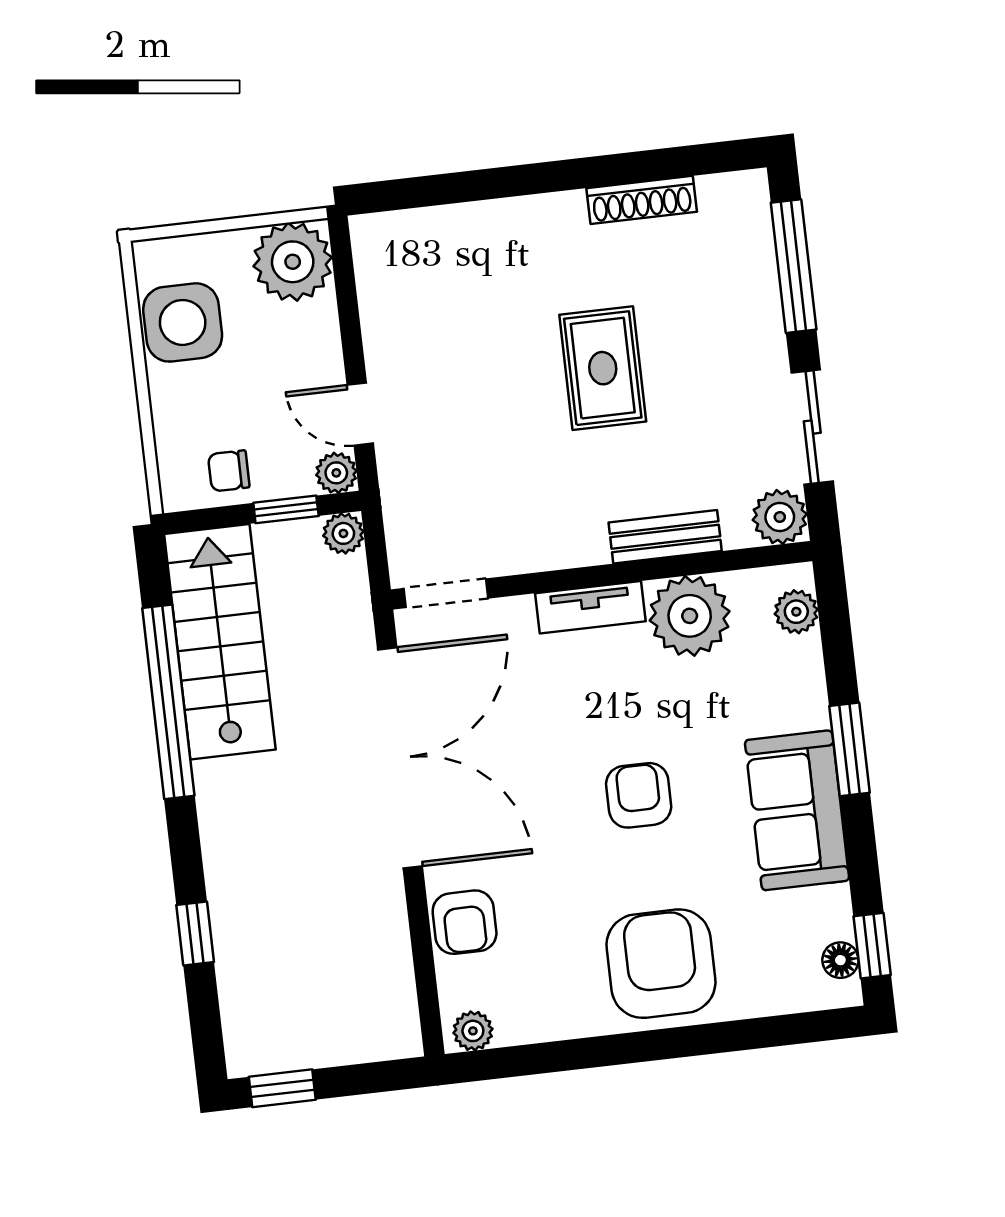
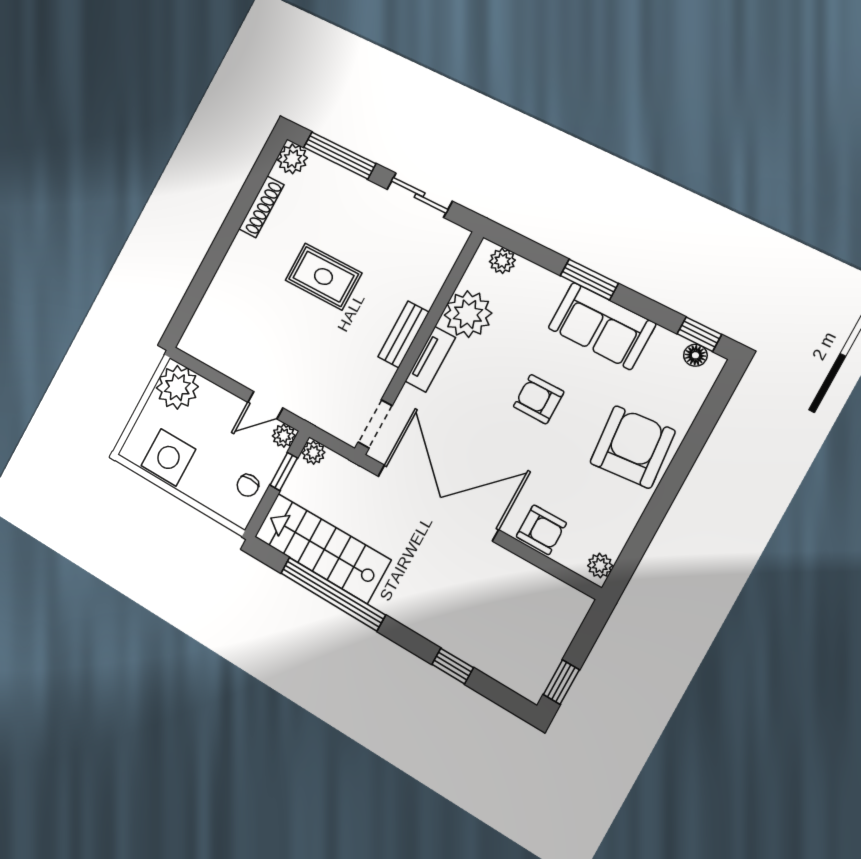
plant: (780, 517) -> (293, 159), moved
bench: (665, 537) -> (403, 334), moved
armchair: (661, 964) -> (633, 447), turned 85

